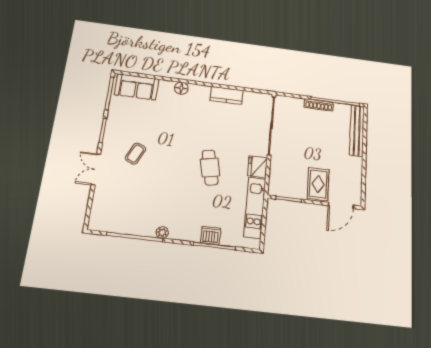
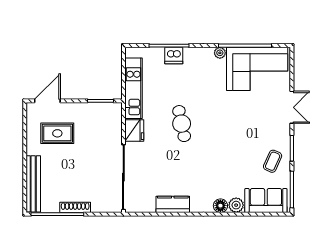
plant: (166, 87) -> (236, 205), added
coffee table: (135, 154) -> (273, 161), moved
rug: (318, 184) -> (57, 133), moved, turned 90
corner sofa: (126, 212) -> (257, 69), added

